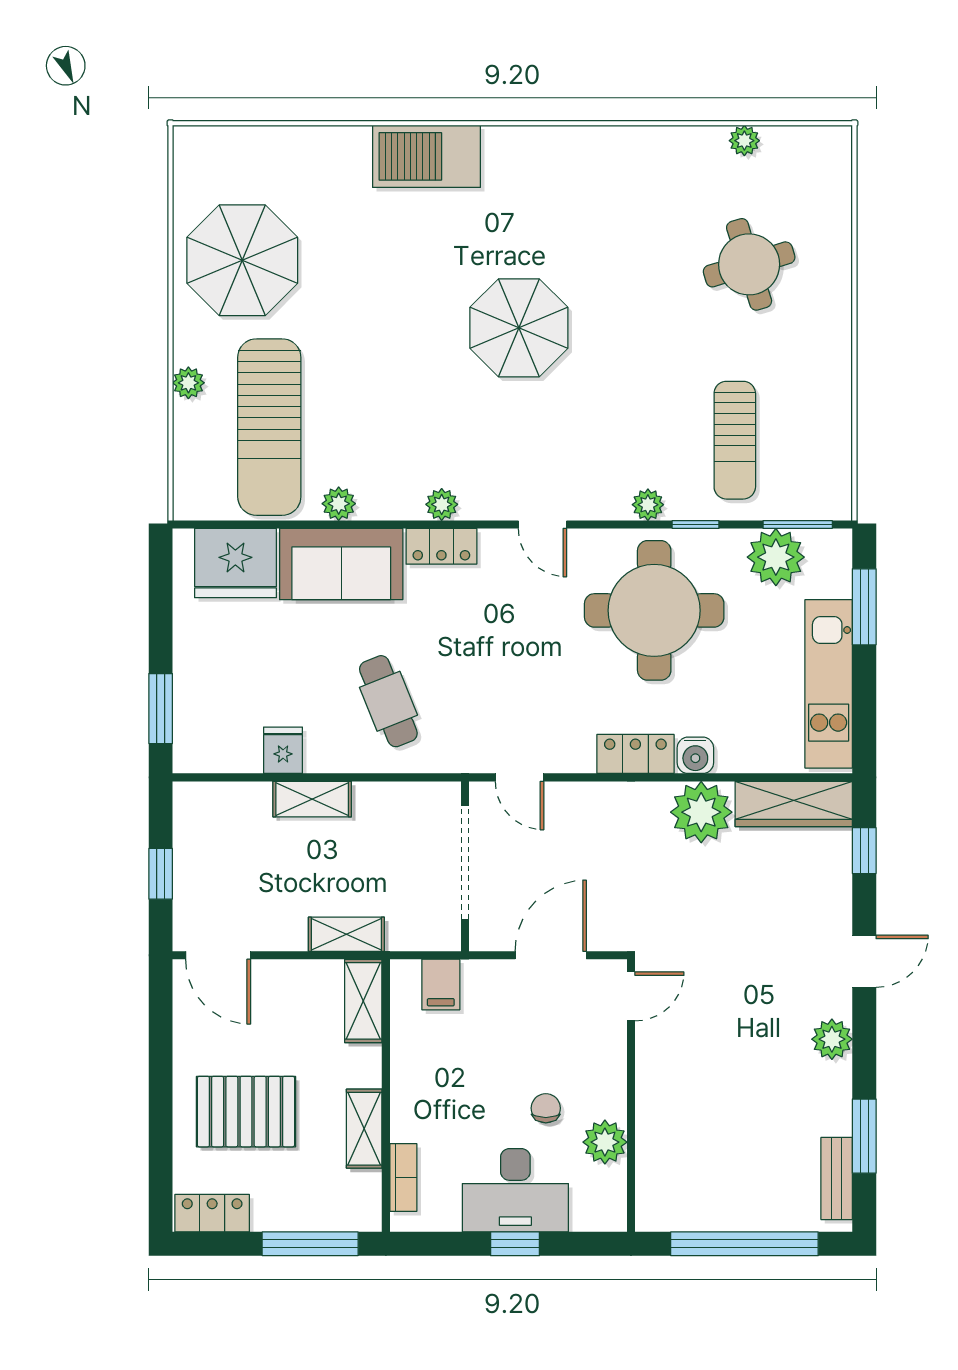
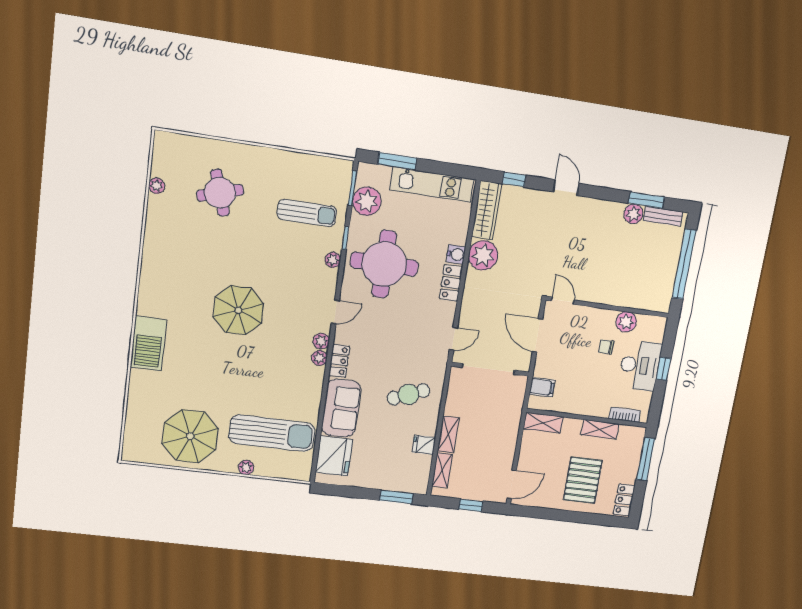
plant: (339, 504) -> (321, 341), moved
shelving: (346, 934) -> (442, 470), moved
plant: (832, 1039) -> (633, 214), moved

